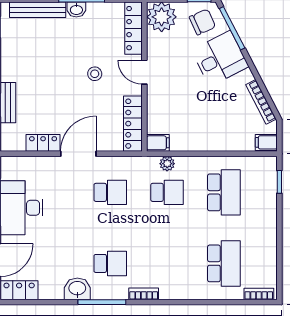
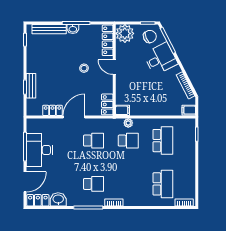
locker: (133, 124) -> (107, 104), width x0.66
washbasin: (77, 289) -> (58, 199), moved

